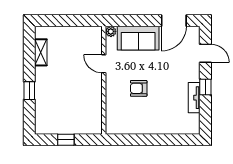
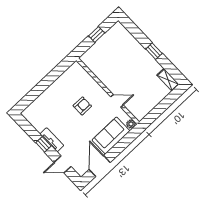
shelving: (41, 52) -> (168, 80), moved
window: (29, 91) -> (154, 51), moved
tv unit: (194, 98) -> (52, 140), moved

